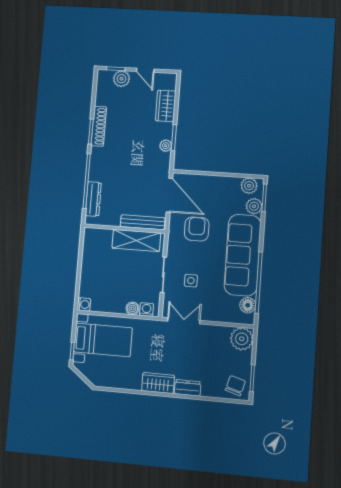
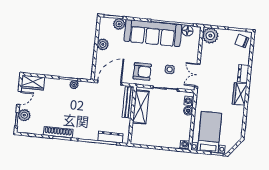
wardrobe: (166, 106) -> (33, 83), moved
plant: (249, 186) -> (103, 44), moved
armchair: (197, 229) -> (142, 72), moved, turned 180

